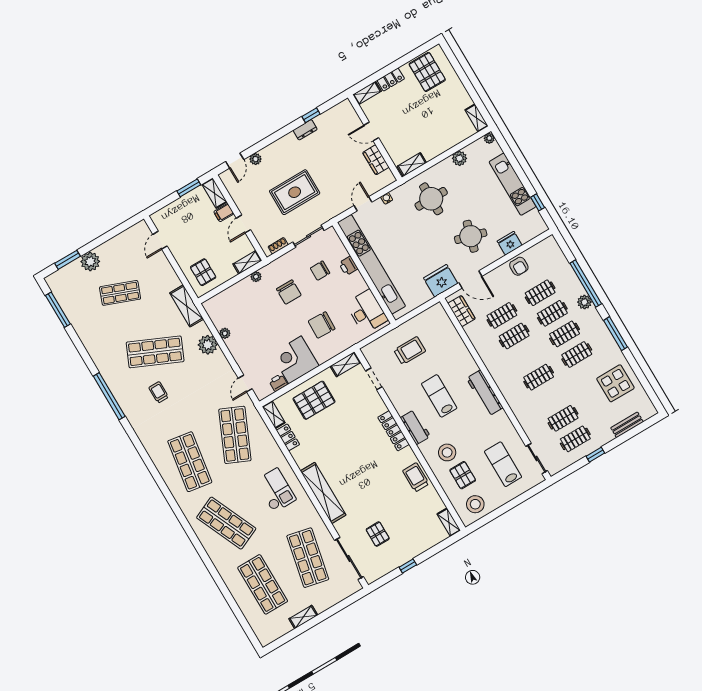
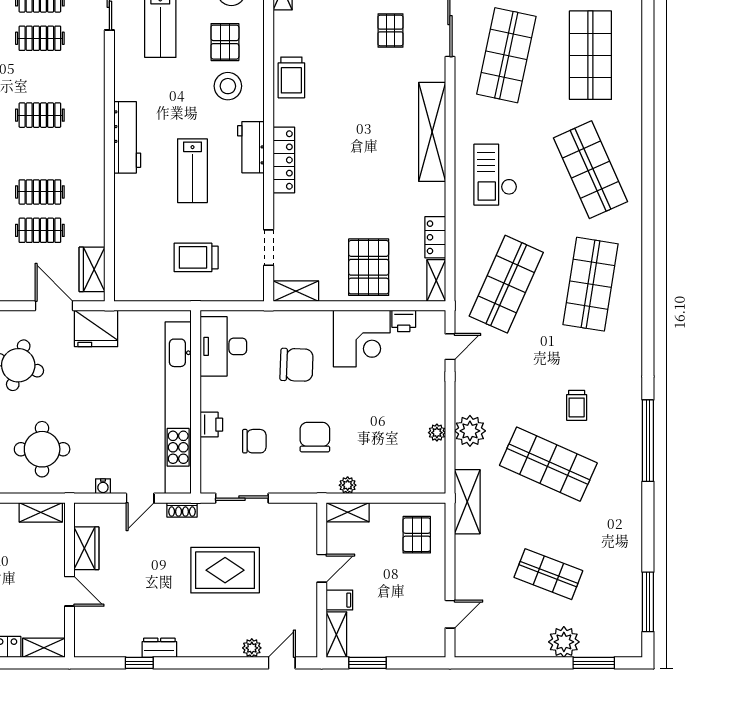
shoe rack: (278, 246) -> (182, 510), moved
pallet: (314, 400) -> (369, 267), turned 90

